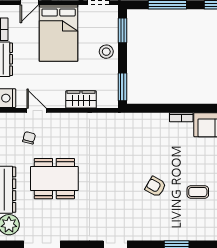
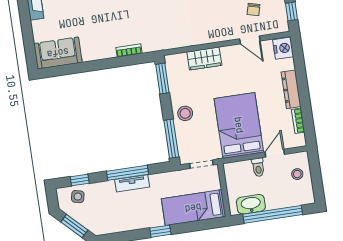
window: (122, 30) -> (171, 139), width x1.44
bookcase: (181, 117) -> (129, 51), moved

